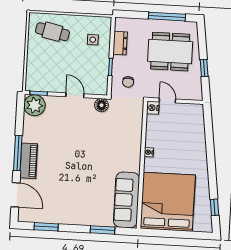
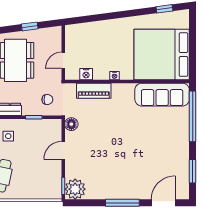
nightstand: (153, 108) -> (86, 74), moved
piano: (29, 161) -> (94, 91), moved, turned 180
window: (103, 230) -> (193, 116), width x2.11

